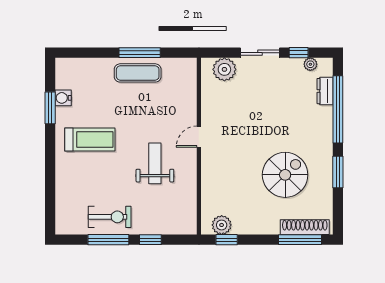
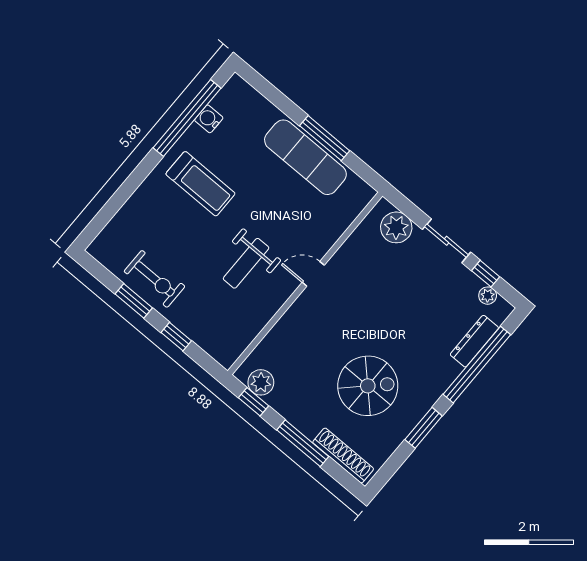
exercise mat: (138, 73) -> (305, 157), width x1.36, depth x1.45
dresser: (325, 91) -> (474, 341), width x1.44
window: (50, 108) -> (187, 118), width x2.11
weight bench: (155, 163) -> (246, 263), turned 180
window: (108, 240) -> (134, 301), width x0.69
window: (300, 240) -> (303, 443), moved

